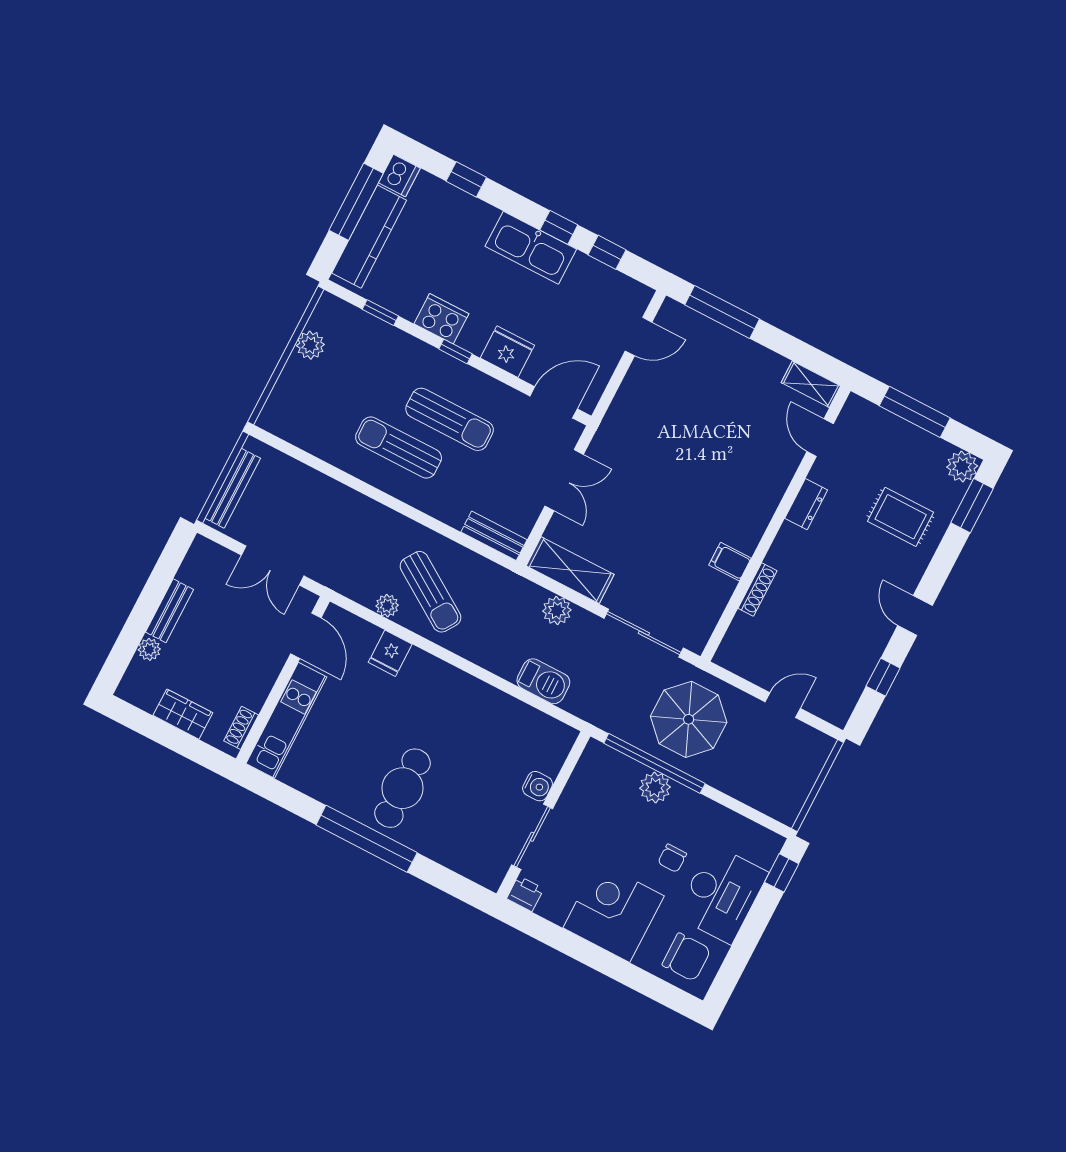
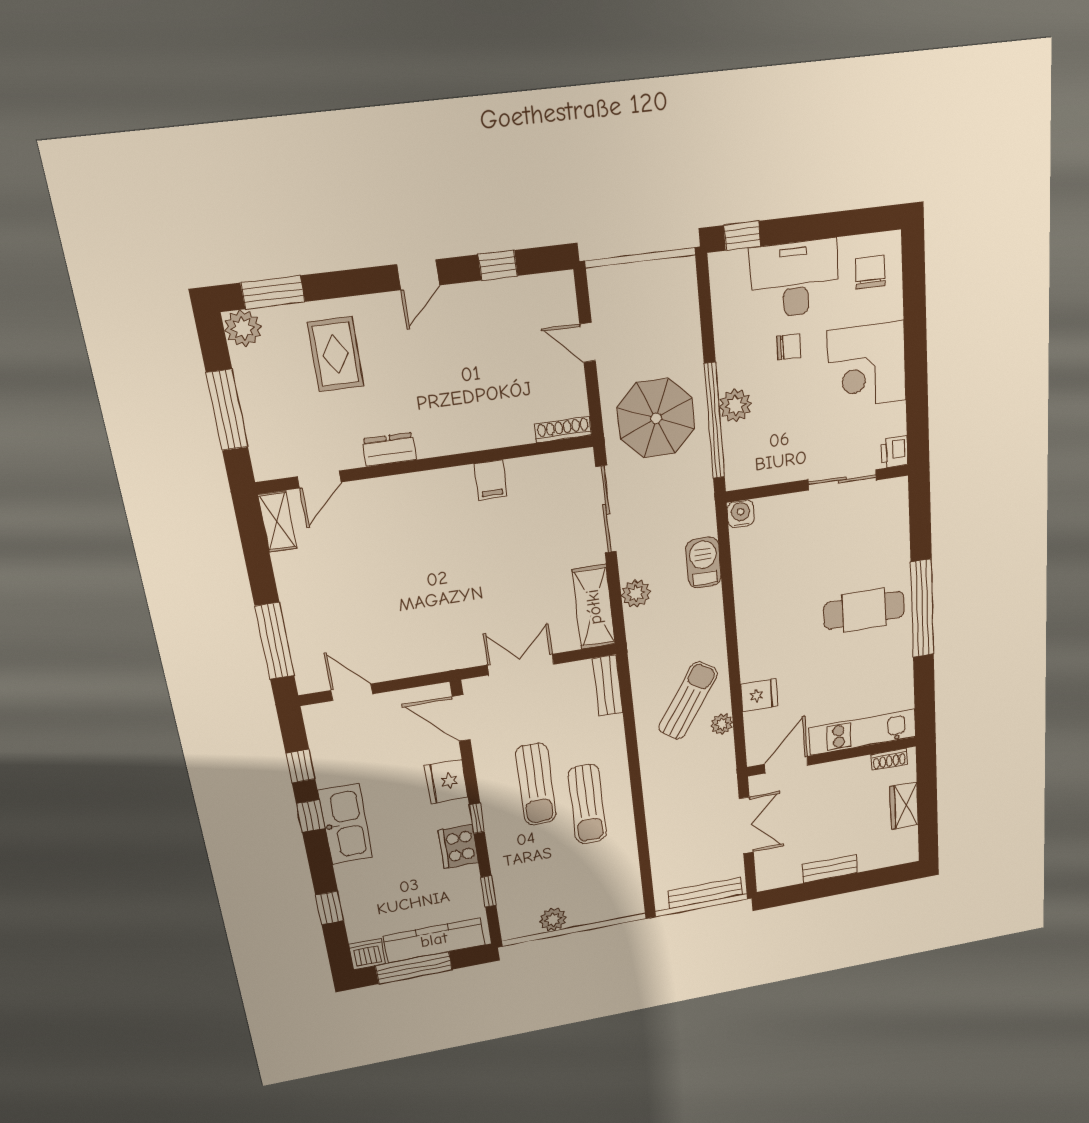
sun lounger: (450, 419) -> (536, 784), turned 180
shoe rack: (758, 589) -> (563, 430), moved
plant: (149, 649) -> (869, 861), removed
water cooler: (538, 786) -> (741, 514), moved
chair: (686, 957) -> (870, 272), width x0.73, depth x0.73

